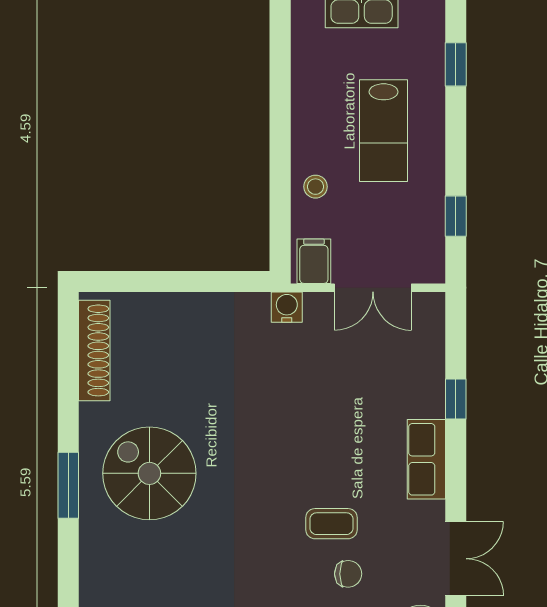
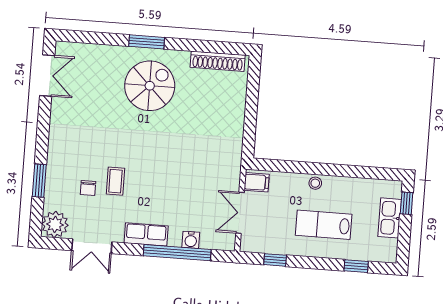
stool: (315, 187) -> (315, 183), moved
water cooler: (287, 307) -> (191, 240), moved, turned 90
window: (456, 399) -> (177, 253), width x3.17

